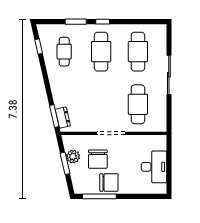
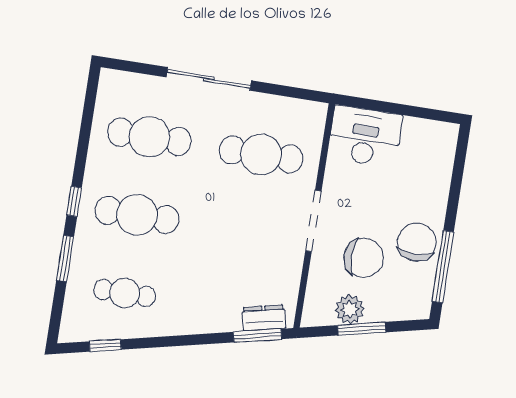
desk: (154, 167) -> (365, 136), moved

